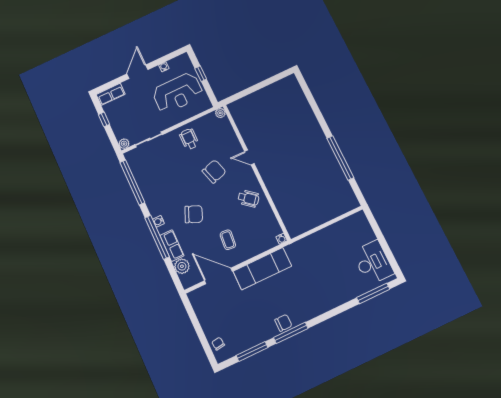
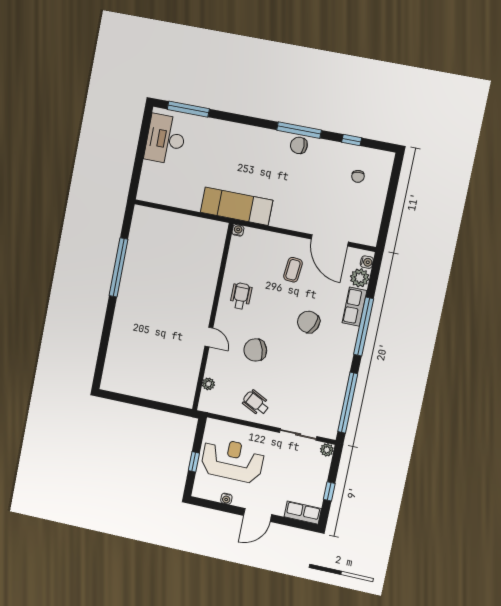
plant: (220, 113) -> (208, 384), moved
wheelchair: (189, 139) -> (256, 403), turned 117
wheelchair: (248, 198) -> (241, 296), turned 50
water cooler: (158, 221) -> (367, 262), moved
exam couch: (262, 269) -> (237, 206), moved
chair: (218, 344) -> (358, 176), moved
window: (252, 351) -> (352, 140), width x0.46

